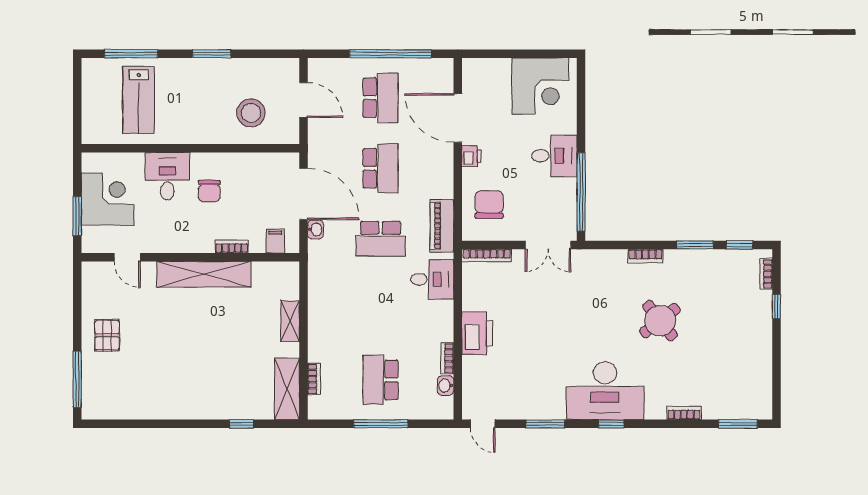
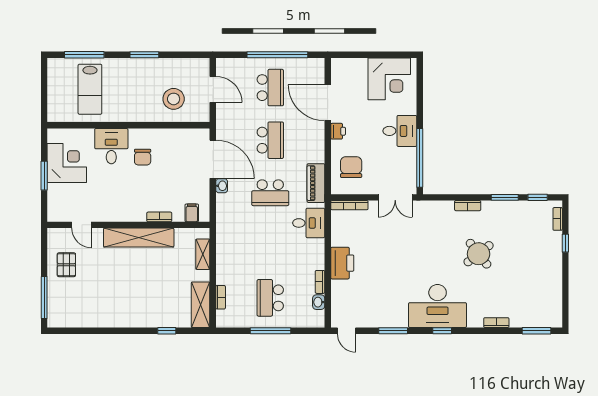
filing cabinet: (275, 241) -> (192, 213), moved
bookcase: (232, 247) -> (159, 217), moved
door: (127, 257) -> (81, 225), moved
wall: (190, 257) -> (128, 225), moved
shelving: (204, 274) -> (139, 238), moved

